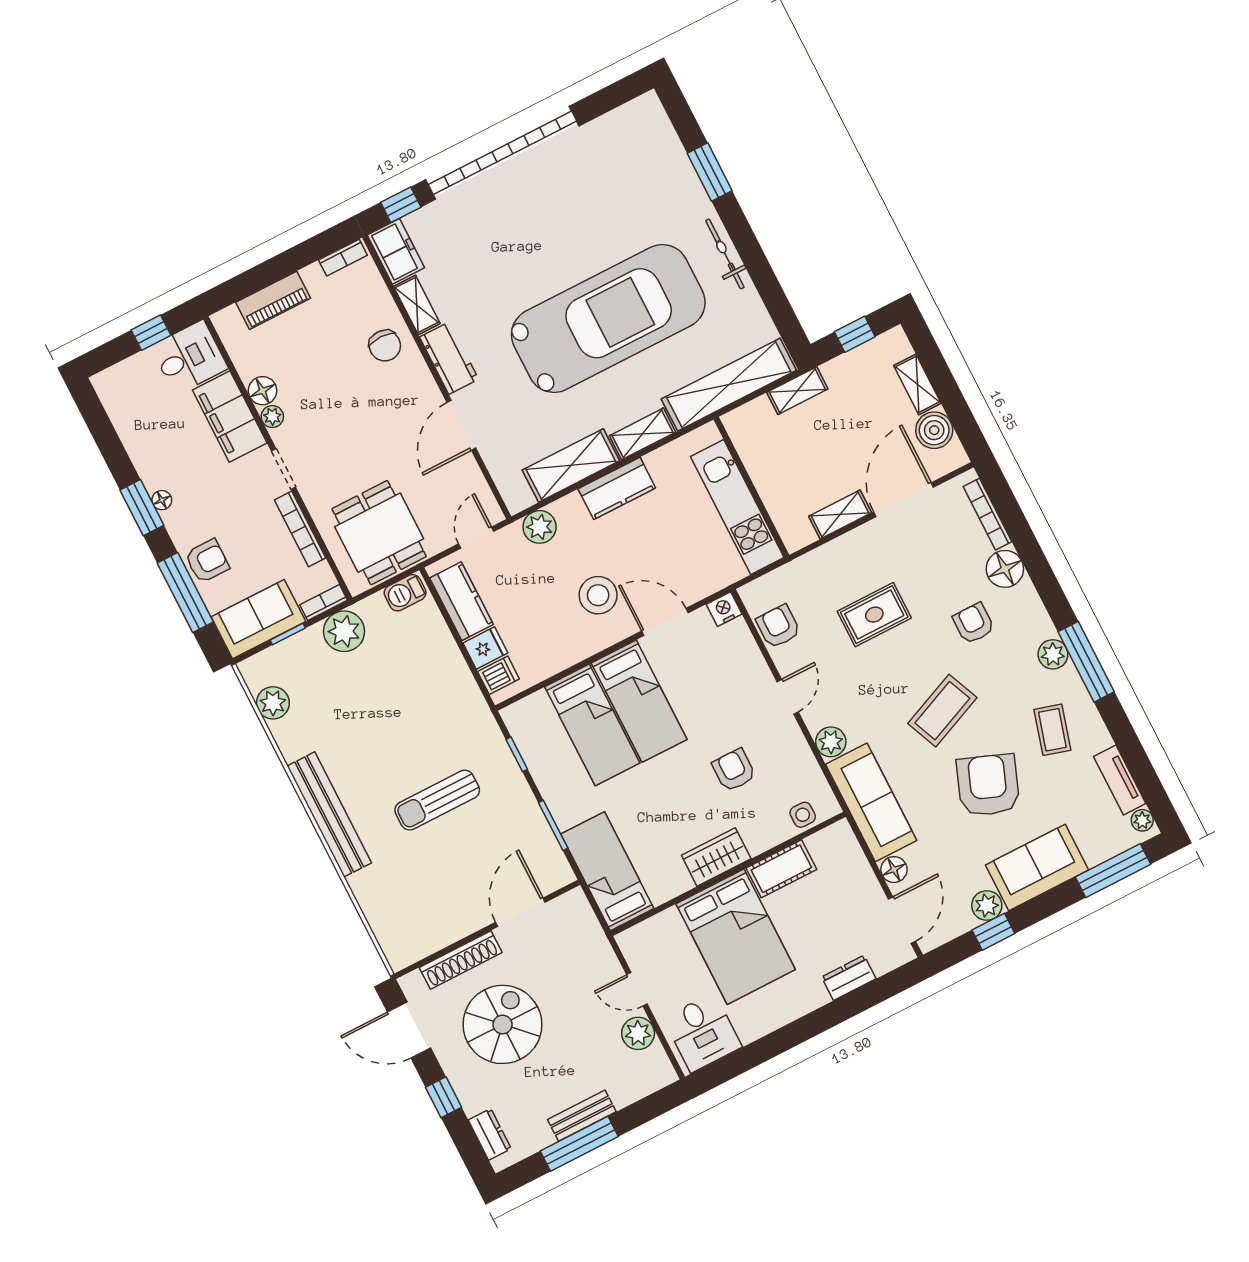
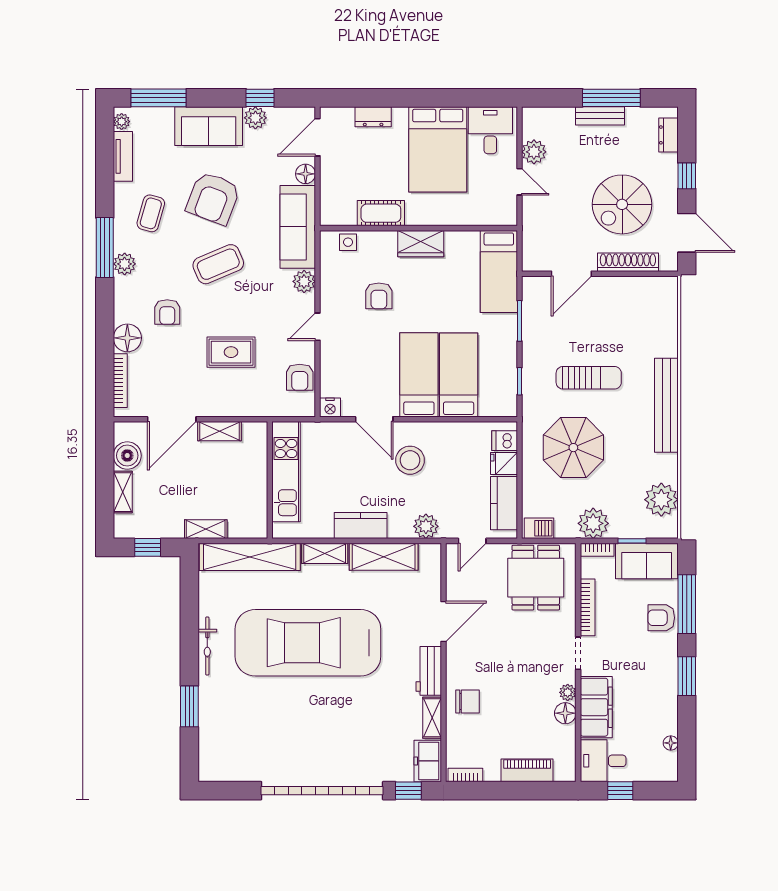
chair: (385, 346) -> (468, 701), turned 90
floor lamp: (162, 500) -> (671, 743), moved
plant: (273, 703) -> (661, 500), width x1.36, depth x1.36
parasol: (413, 709) -> (573, 448), added
bed: (736, 937) -> (438, 149), moved, turned 180

